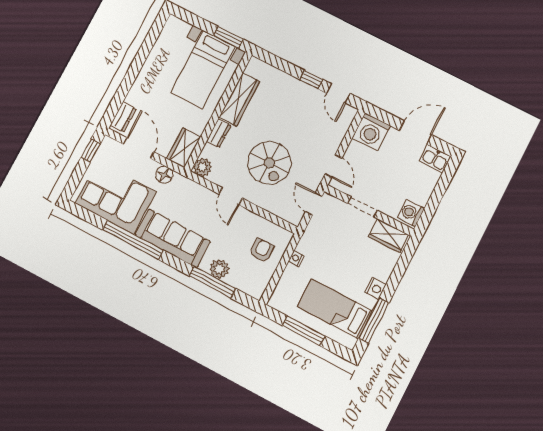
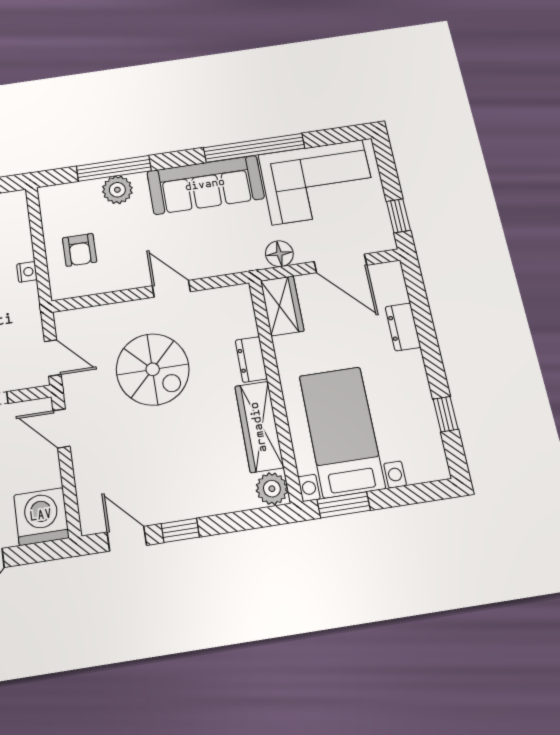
window: (149, 43) -> (446, 414), added
dresser: (123, 117) -> (403, 327), moved
spiral stairs: (269, 163) -> (153, 369), turned 180
plant: (203, 167) -> (272, 489), moved

